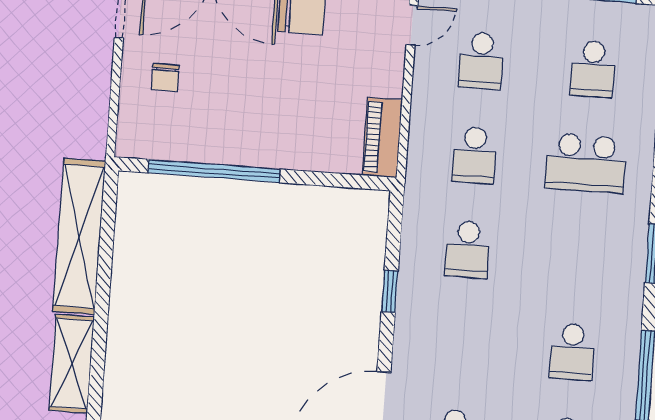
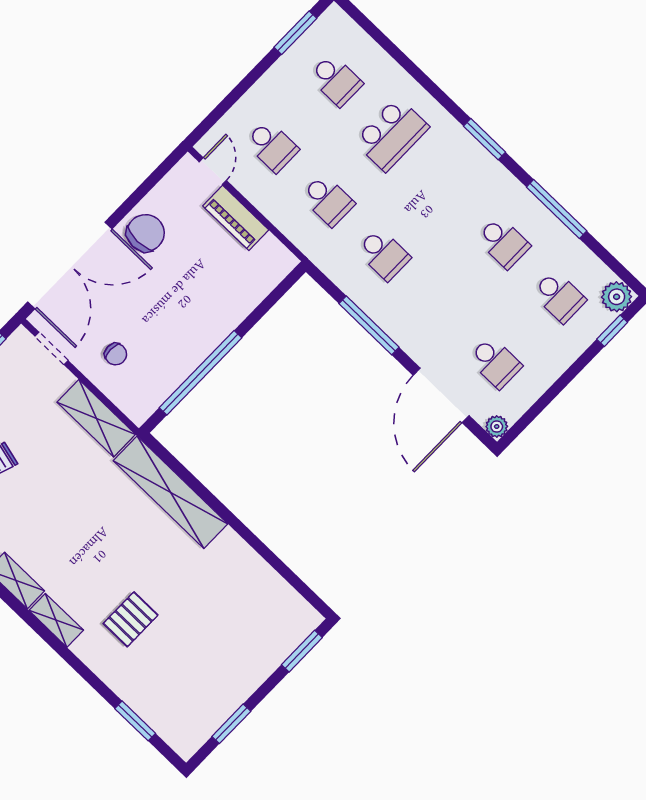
piano: (382, 138) -> (236, 218), moved
window: (390, 291) -> (369, 325), width x2.17
shelving: (72, 364) -> (96, 418), moved

